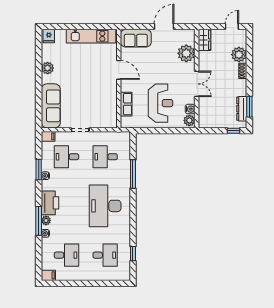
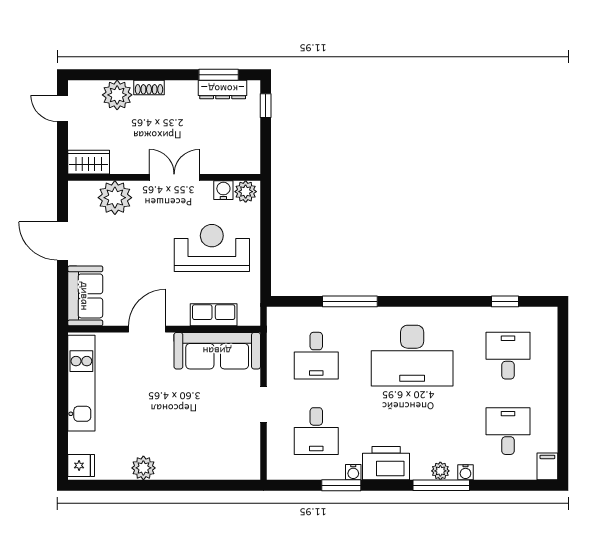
sofa: (51, 106) -> (217, 351), moved, turned 180
filing cabinet: (48, 136) -> (277, 467), removed
printer: (50, 203) -> (386, 463), moved

